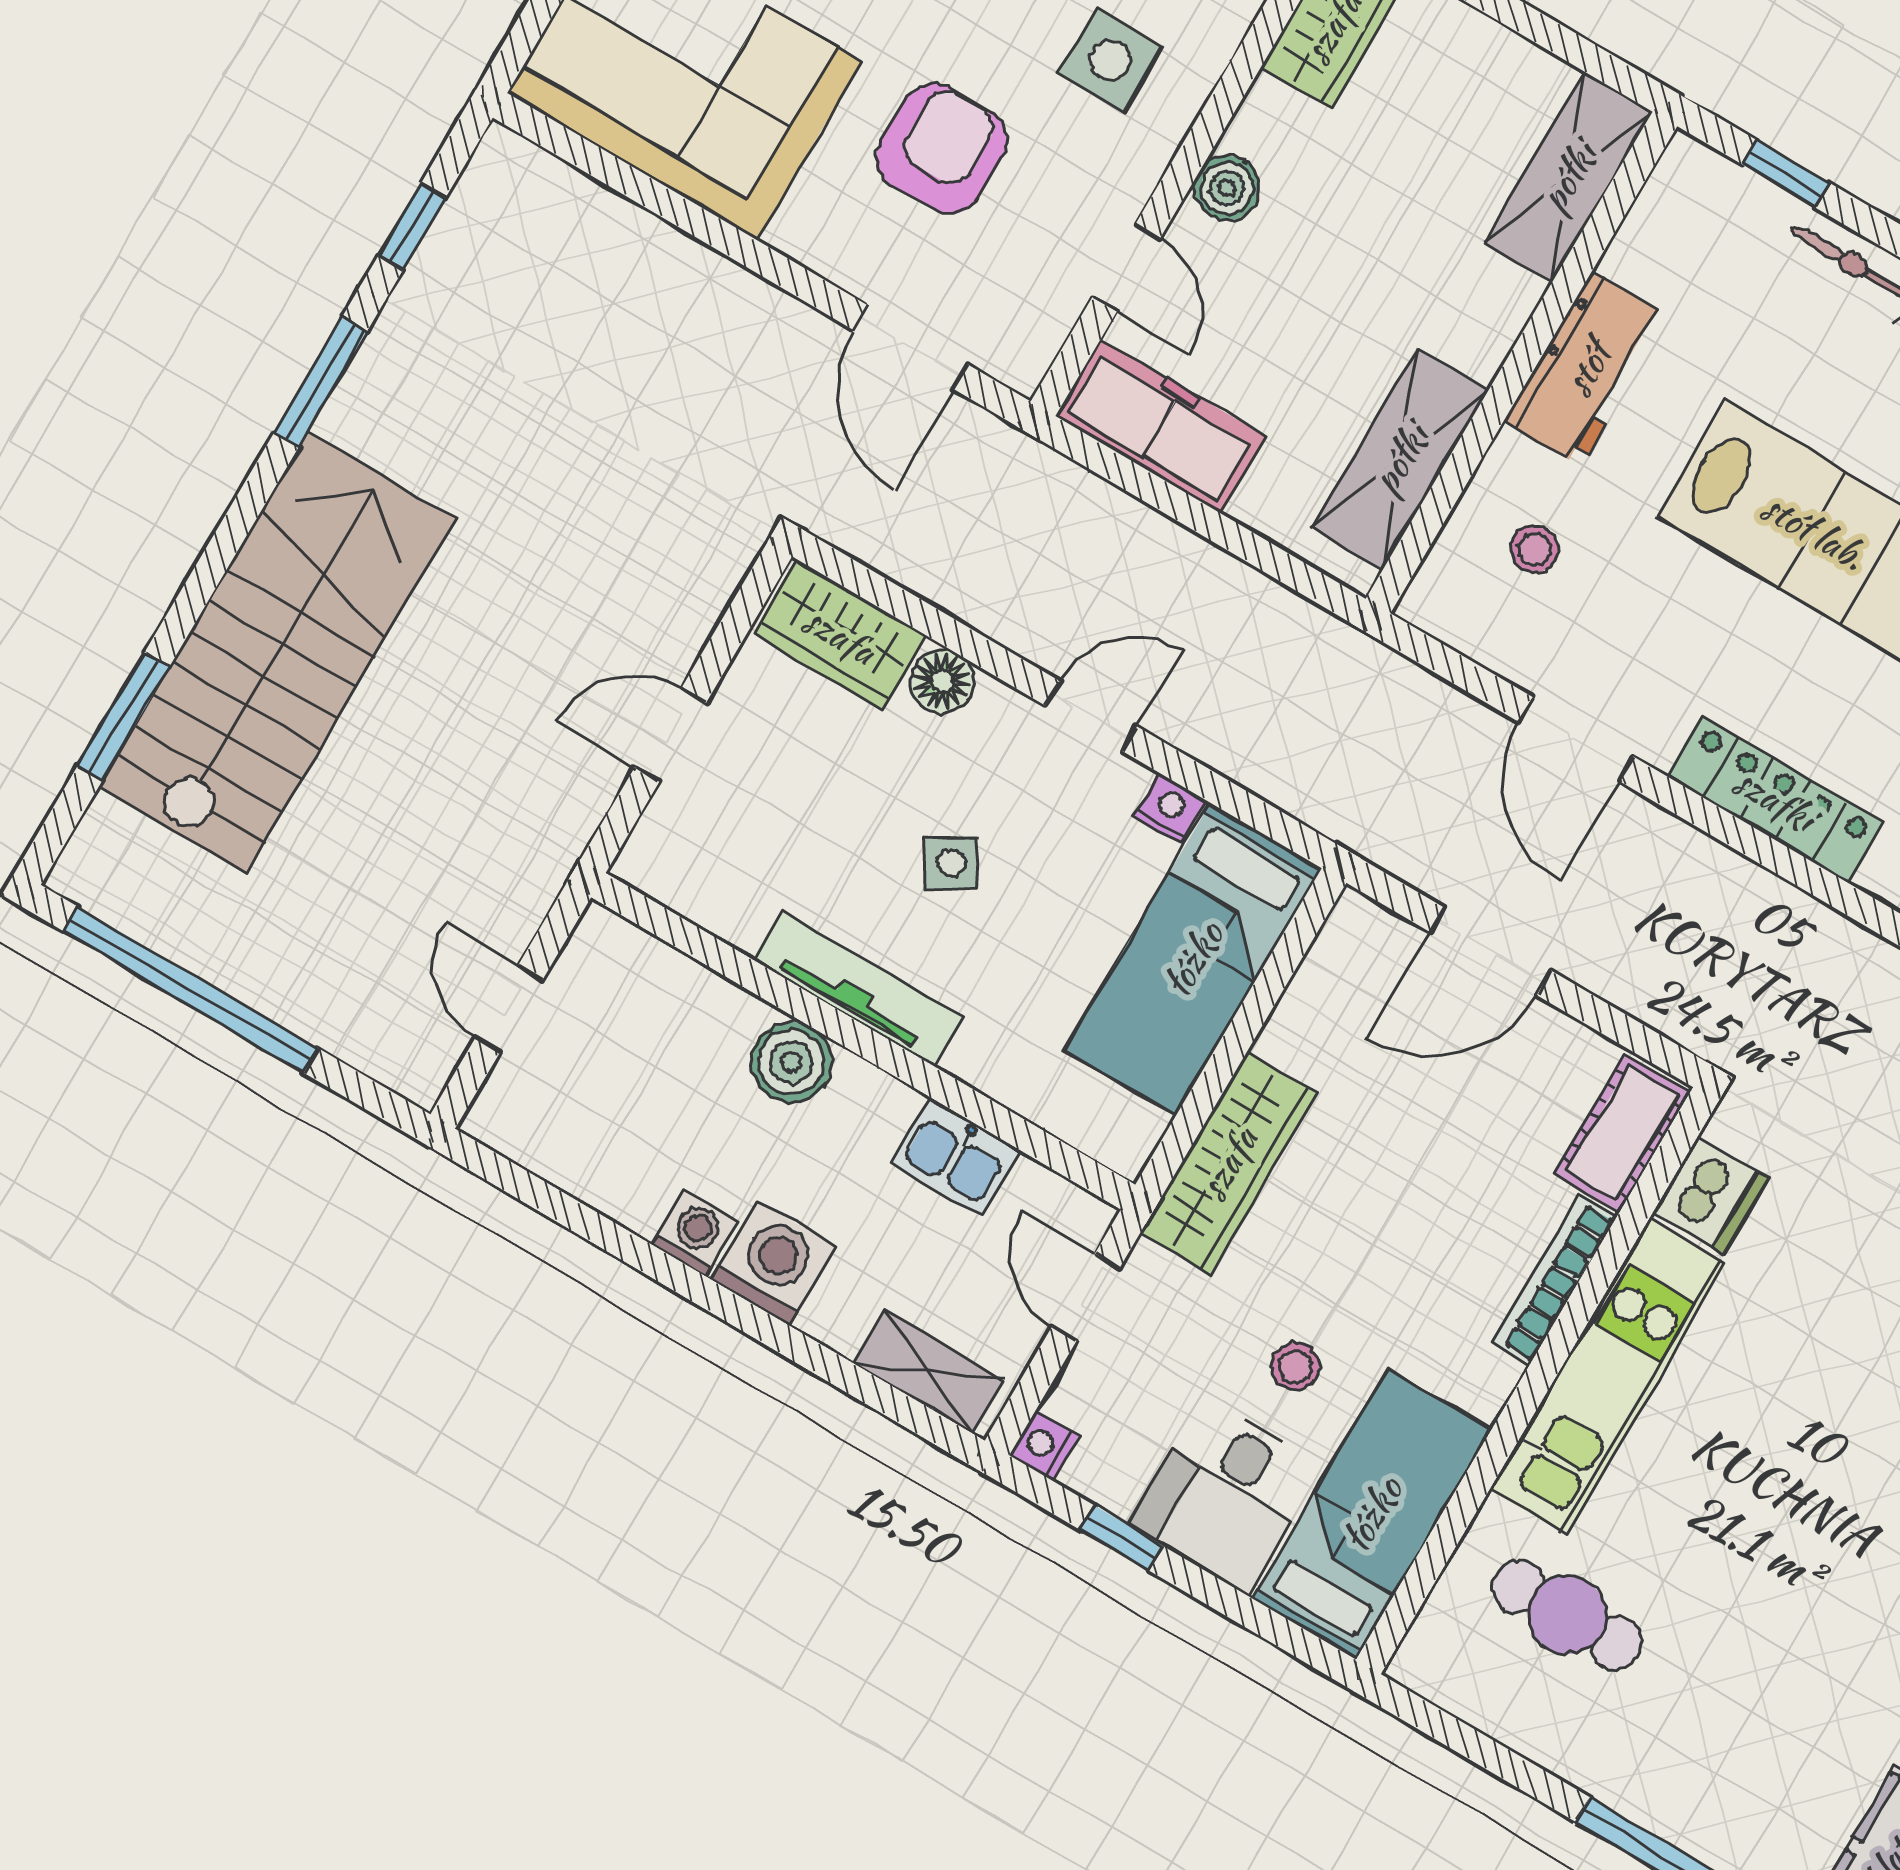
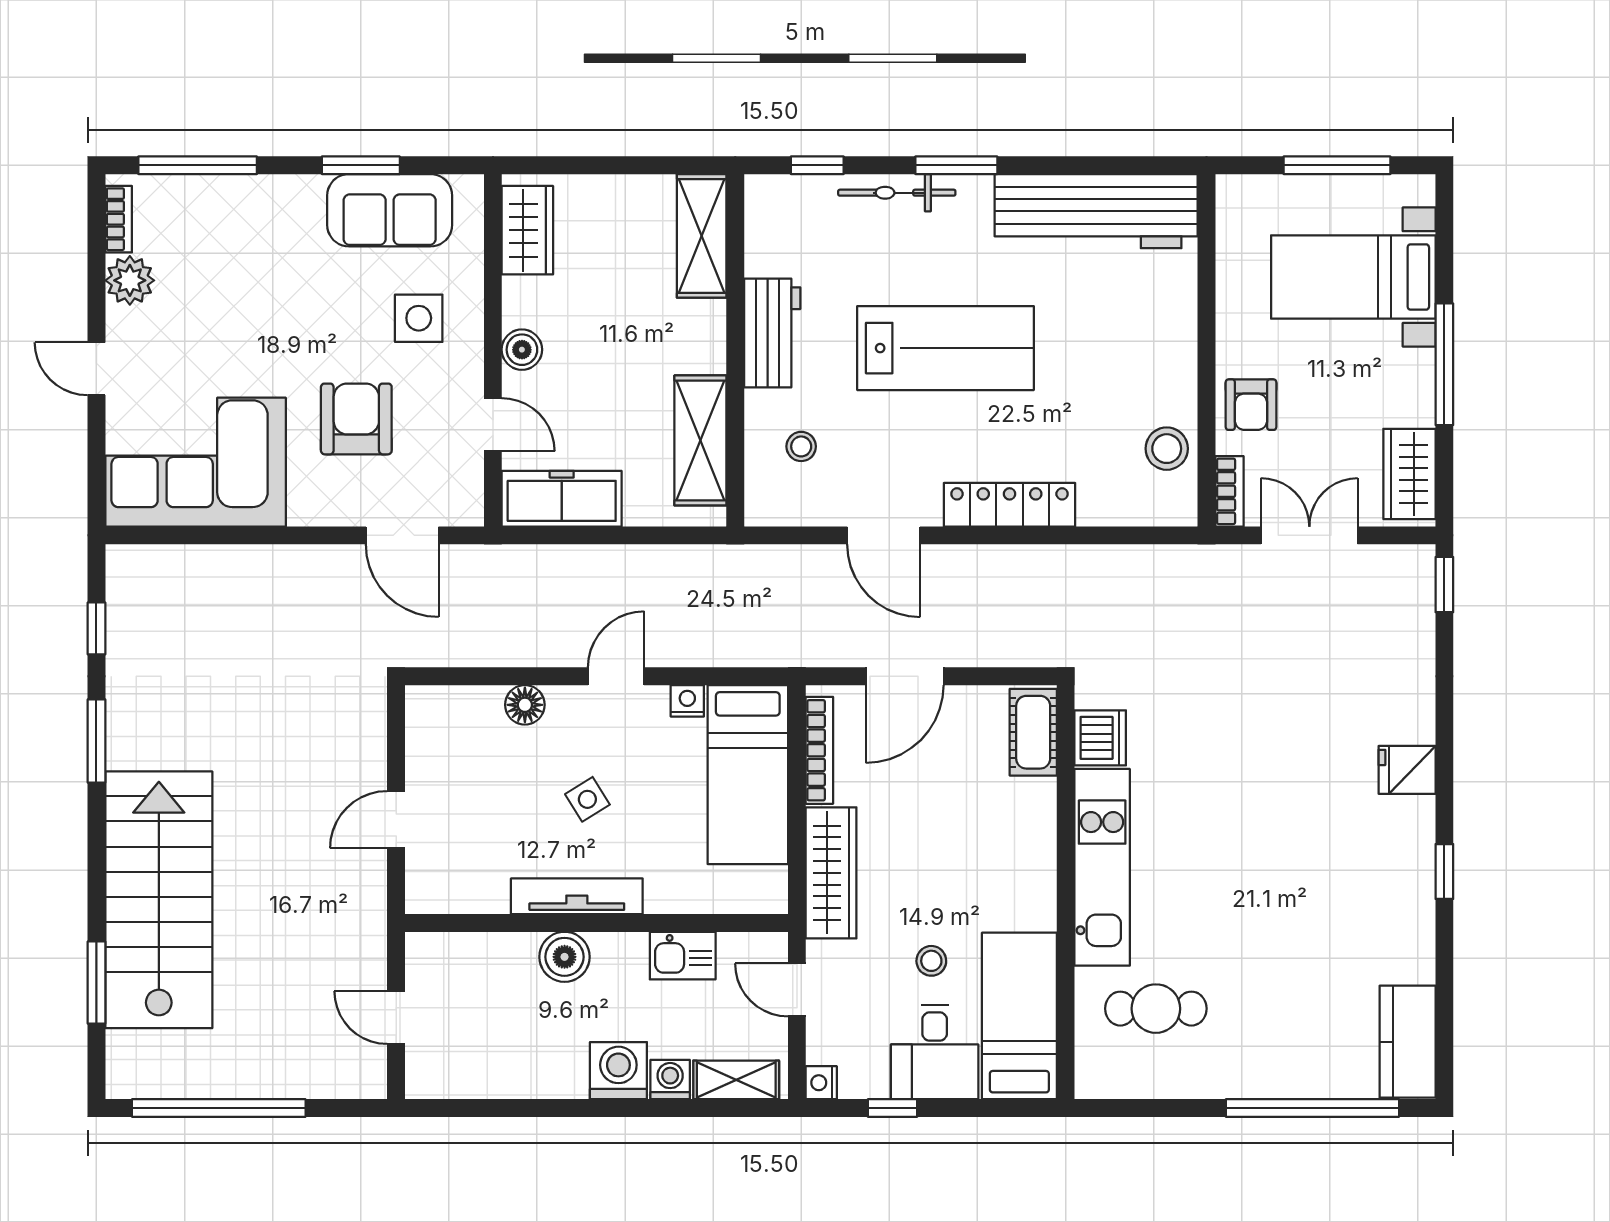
wardrobe: (840, 635) -> (455, 712), removed
washing machine: (695, 1233) -> (670, 1079), moved
bookcase: (1554, 1280) -> (819, 750), moved, turned 180

